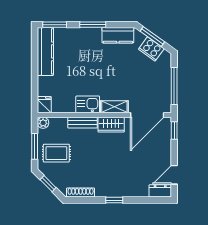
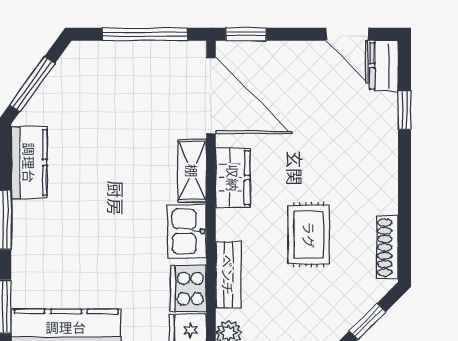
cooker: (151, 49) -> (188, 288), moved, turned 144
bench: (83, 123) -> (228, 275), moved
rug: (56, 153) -> (309, 235), moved
window: (114, 200) -> (405, 110), moved

